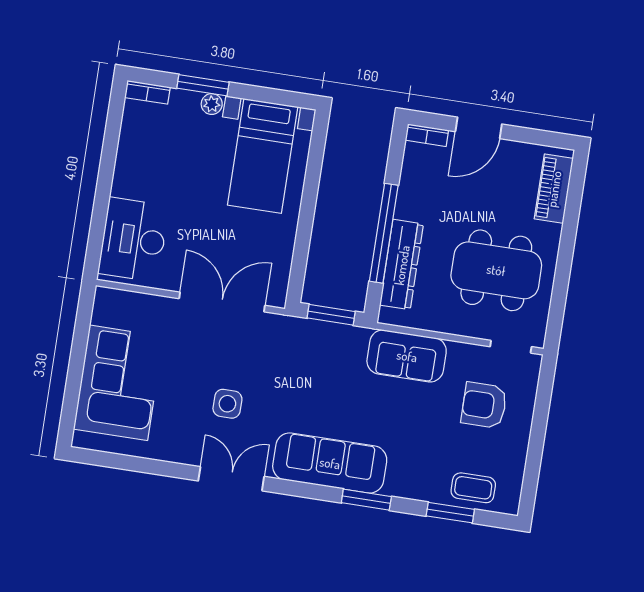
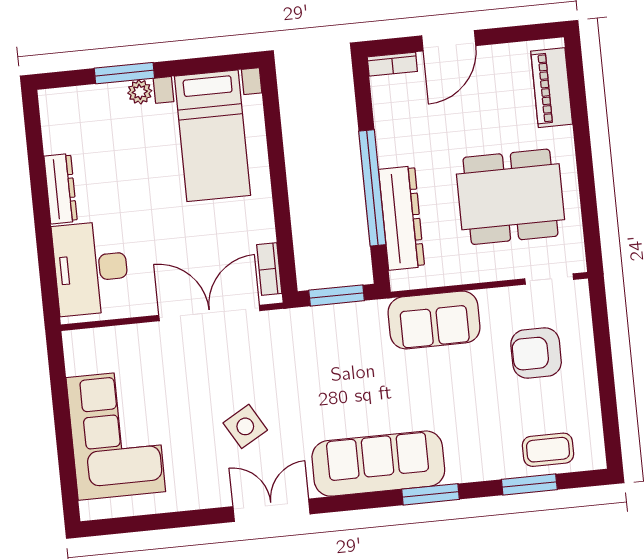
bookcase: (147, 92) -> (269, 269), moved, turned 90
dresser: (125, 167) -> (61, 189), added
side table: (227, 404) -> (245, 426), turned -30

